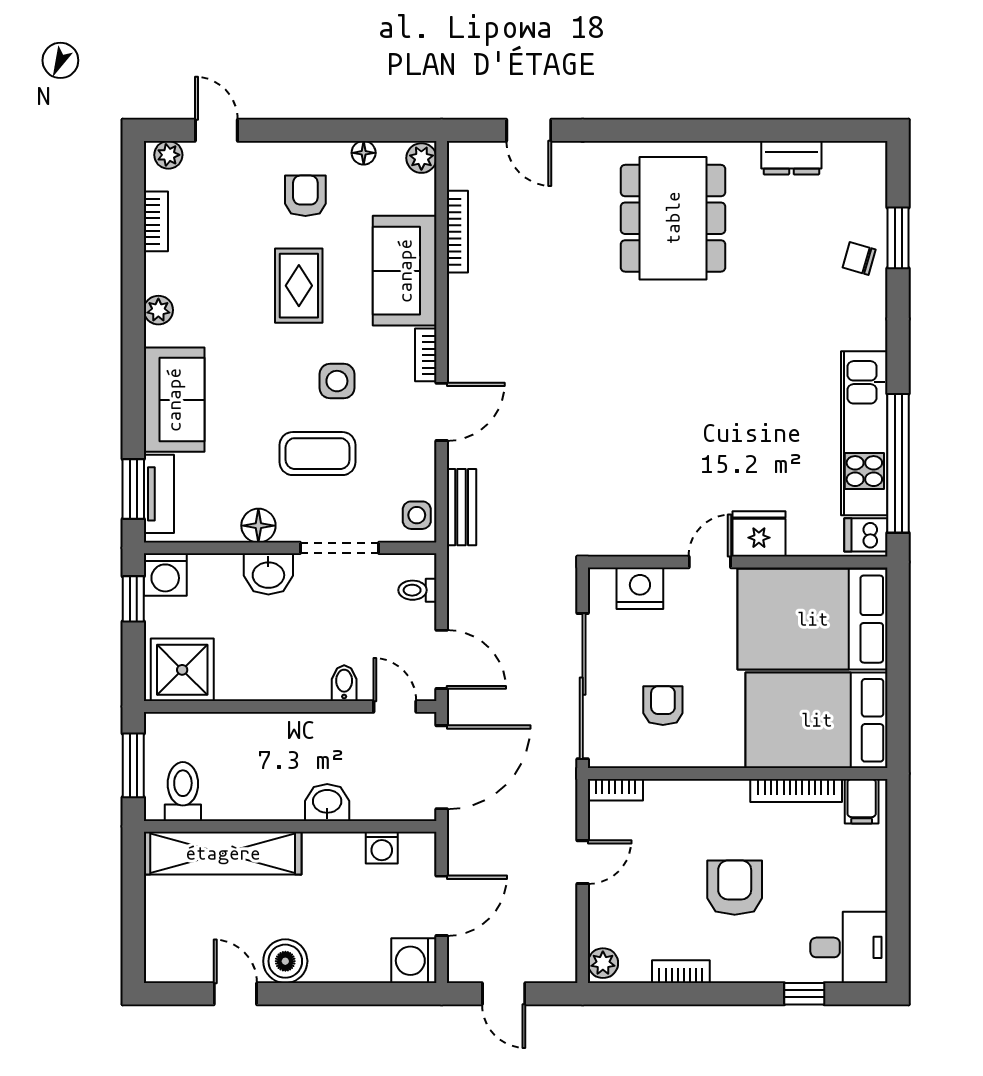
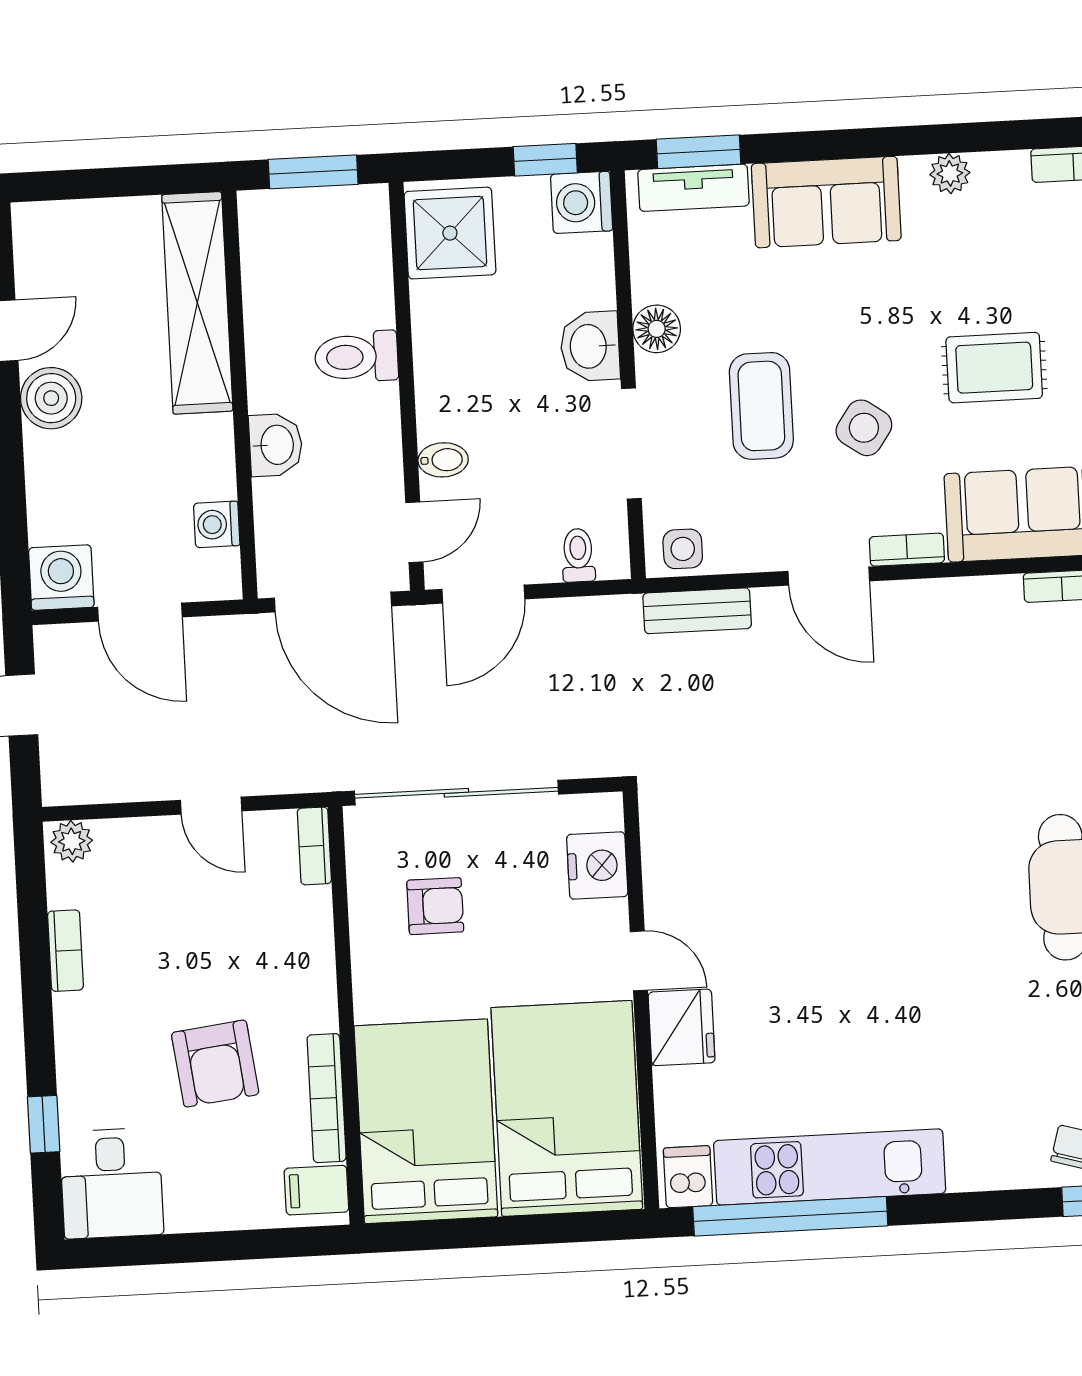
side table: (337, 381) -> (864, 428), turned 35
toilet: (183, 791) -> (356, 357), moved, turned 180
armchair: (735, 888) -> (215, 1064), moved, turned 83

